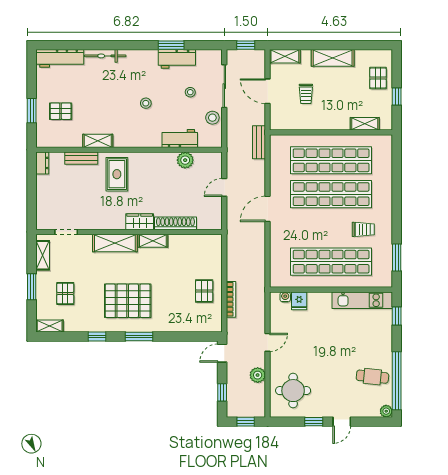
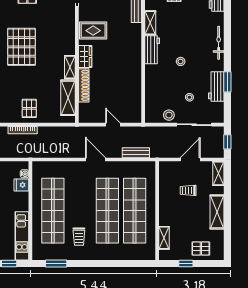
bicycle: (105, 56) -> (219, 43), moved
workbench: (180, 138) -> (152, 50), moved
bench: (259, 142) -> (136, 153), moved
plant: (185, 160) -> (135, 93), removed
rug: (117, 174) -> (93, 31), moved
shelving: (115, 243) -> (68, 98), moved
pallet: (204, 291) -> (29, 108), turned 90

